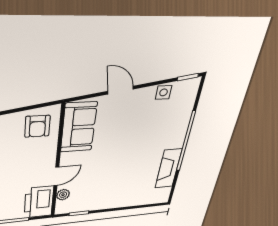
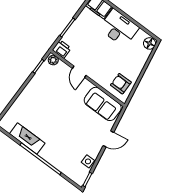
plant: (63, 195) -> (53, 60), moved
printer: (39, 202) -> (62, 49), width x0.53, depth x0.68

